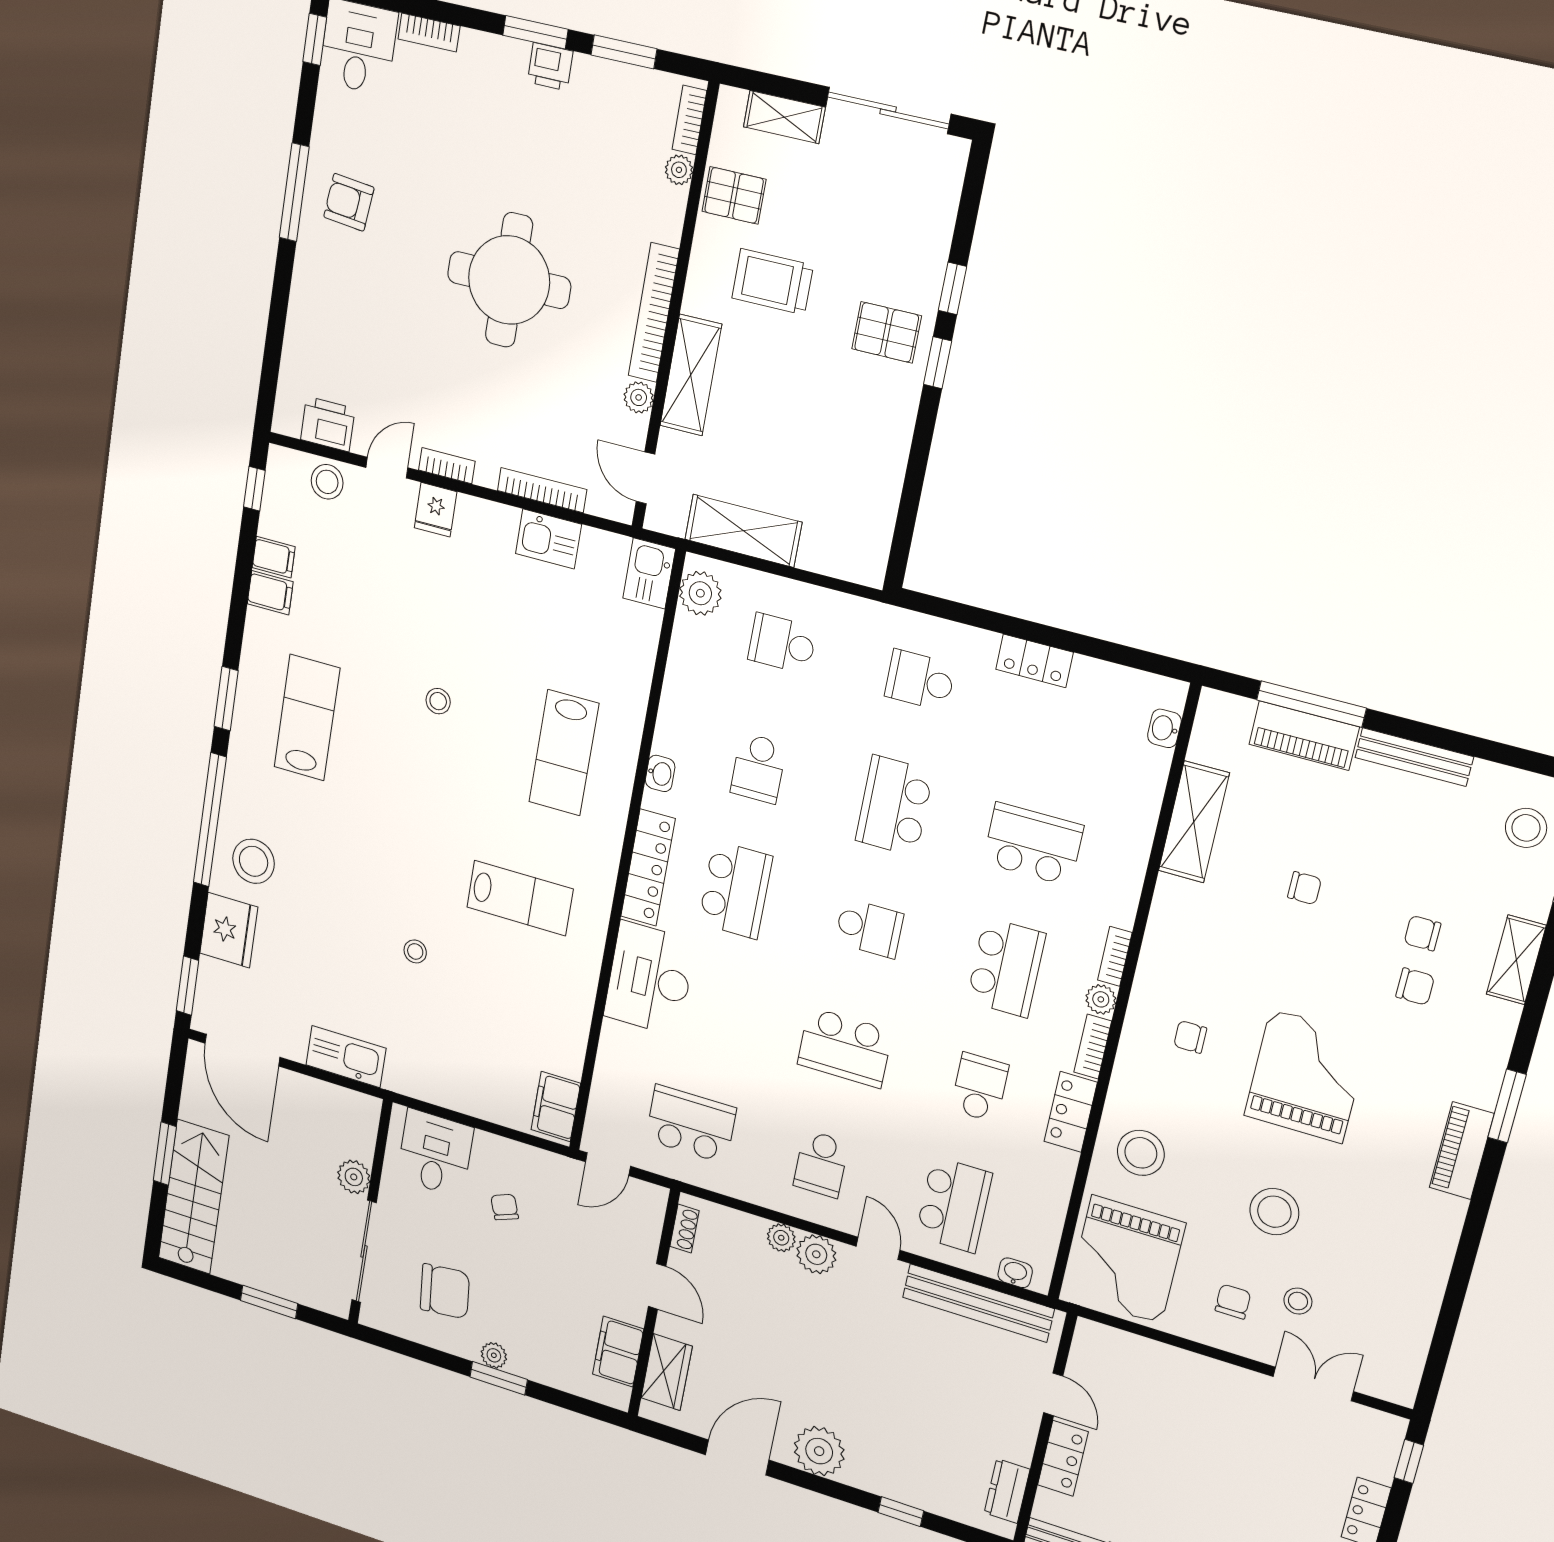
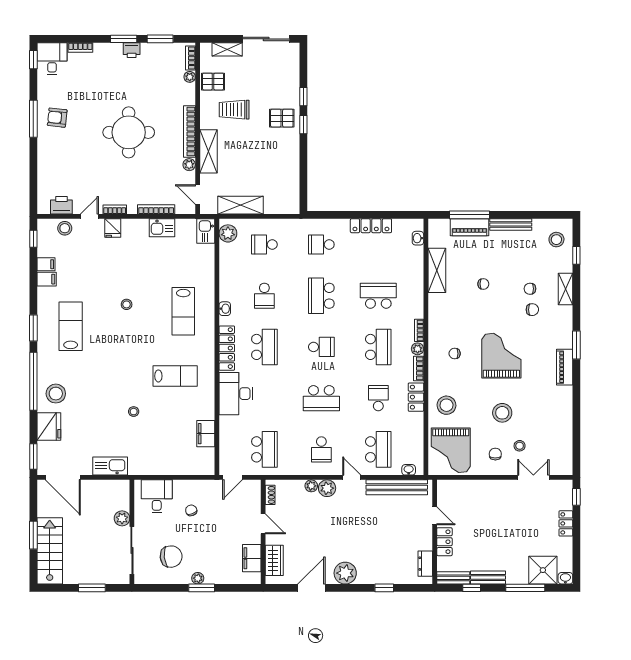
locker: (1034, 661) -> (371, 226), width x1.53
filing cabinet: (556, 1107) -> (206, 434), moved
school desk: (691, 1124) -> (264, 449), turned 90

